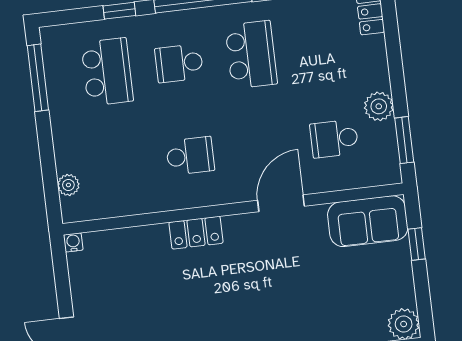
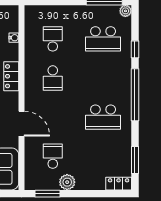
school desk: (179, 63) -> (53, 39), moved
plant: (68, 185) -> (125, 11), moved
water cooler: (73, 242) -> (14, 38), moved

